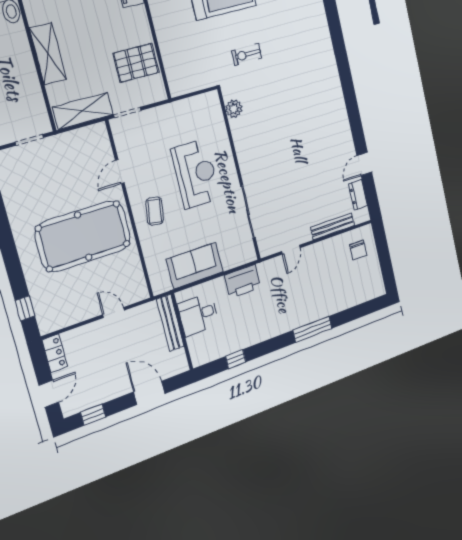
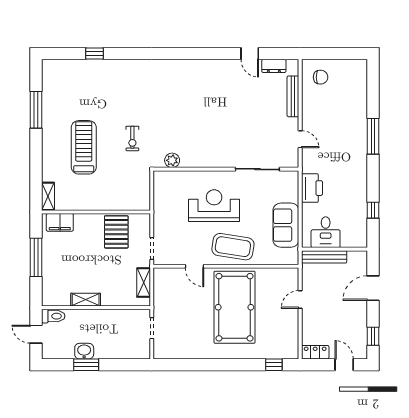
shelving: (48, 54) -> (86, 300), width x0.67, depth x0.75
shelving: (83, 111) -> (144, 283), width x0.67, depth x0.75
coffee table: (155, 211) -> (233, 247), width x1.86, depth x1.72

